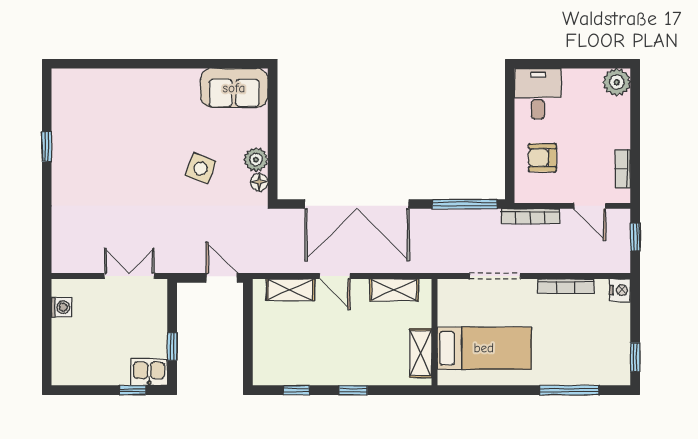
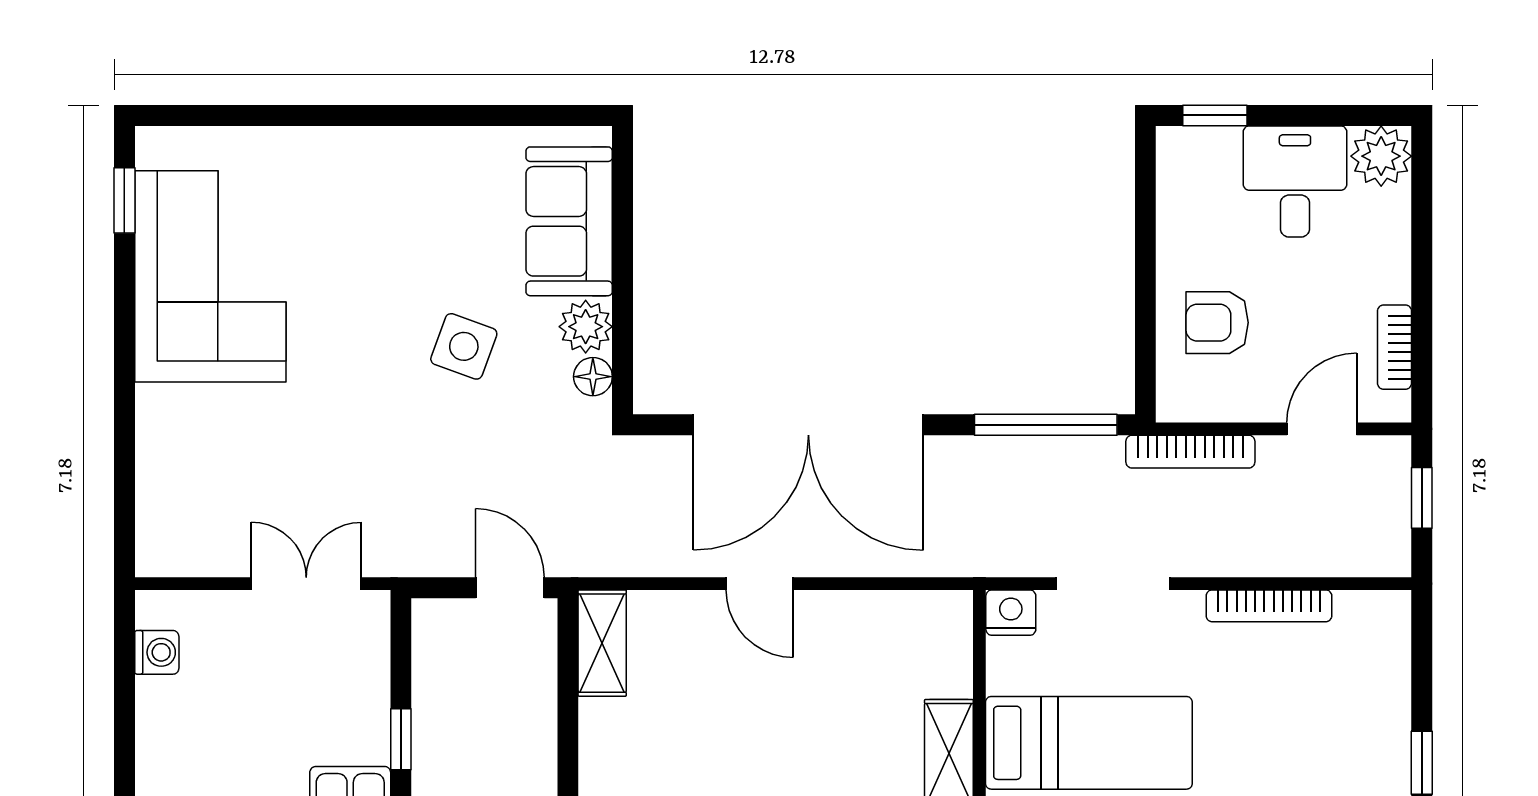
window: (541, 64) -> (1215, 115), added
sofa: (234, 88) -> (569, 221), moved, turned 90
desk: (538, 94) -> (1295, 181), moved
corner sofa: (86, 137) -> (210, 276), added
window: (47, 147) -> (124, 200), moved
door: (590, 206) -> (1322, 429), swing flipped
shelving: (290, 290) -> (602, 643), moved, turned 90
shelving: (394, 290) -> (890, 614), removed
nightstand: (620, 290) -> (1011, 613), moved, turned -90

